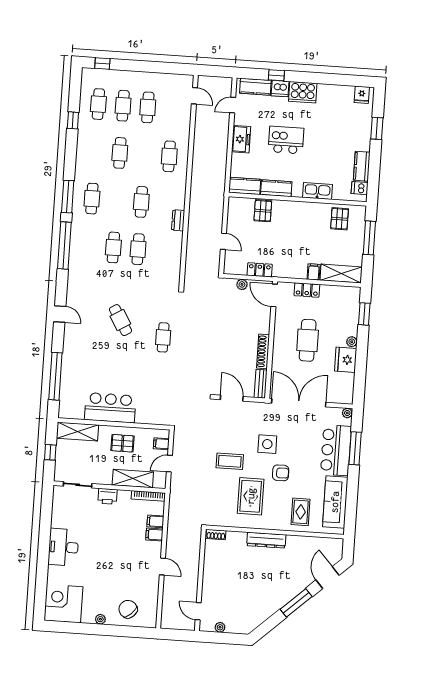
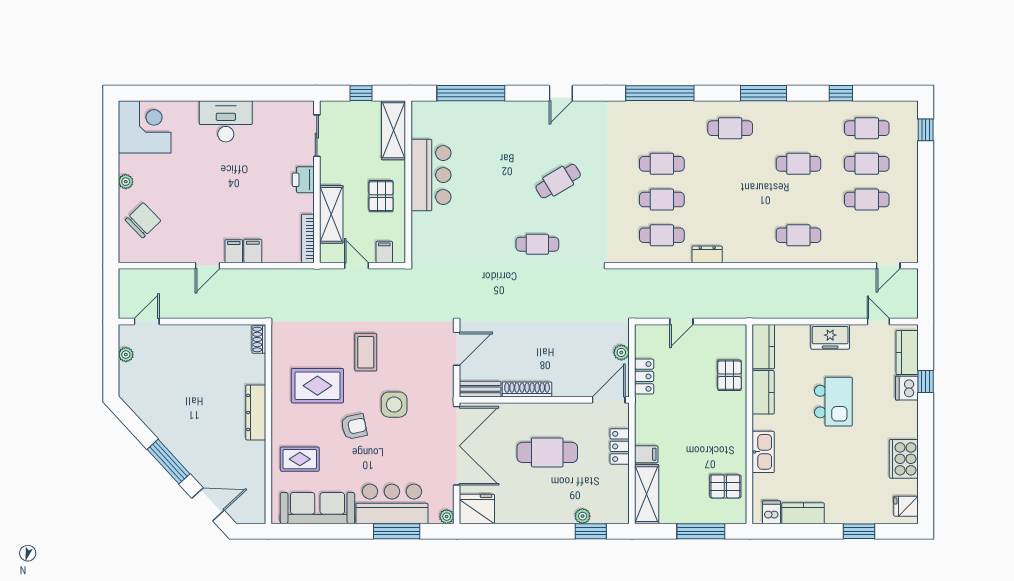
cooker: (303, 92) -> (904, 459), moved
window: (68, 197) -> (764, 93), moved
cafe table: (141, 202) -> (662, 235), moved
pallet: (263, 211) -> (729, 375), turned 90
plant: (352, 342) -> (583, 516), moved
fridge: (346, 360) -> (477, 509), moved
armchair: (281, 473) -> (354, 427), turned -102
filing cabinet: (155, 521) -> (234, 251), moved

